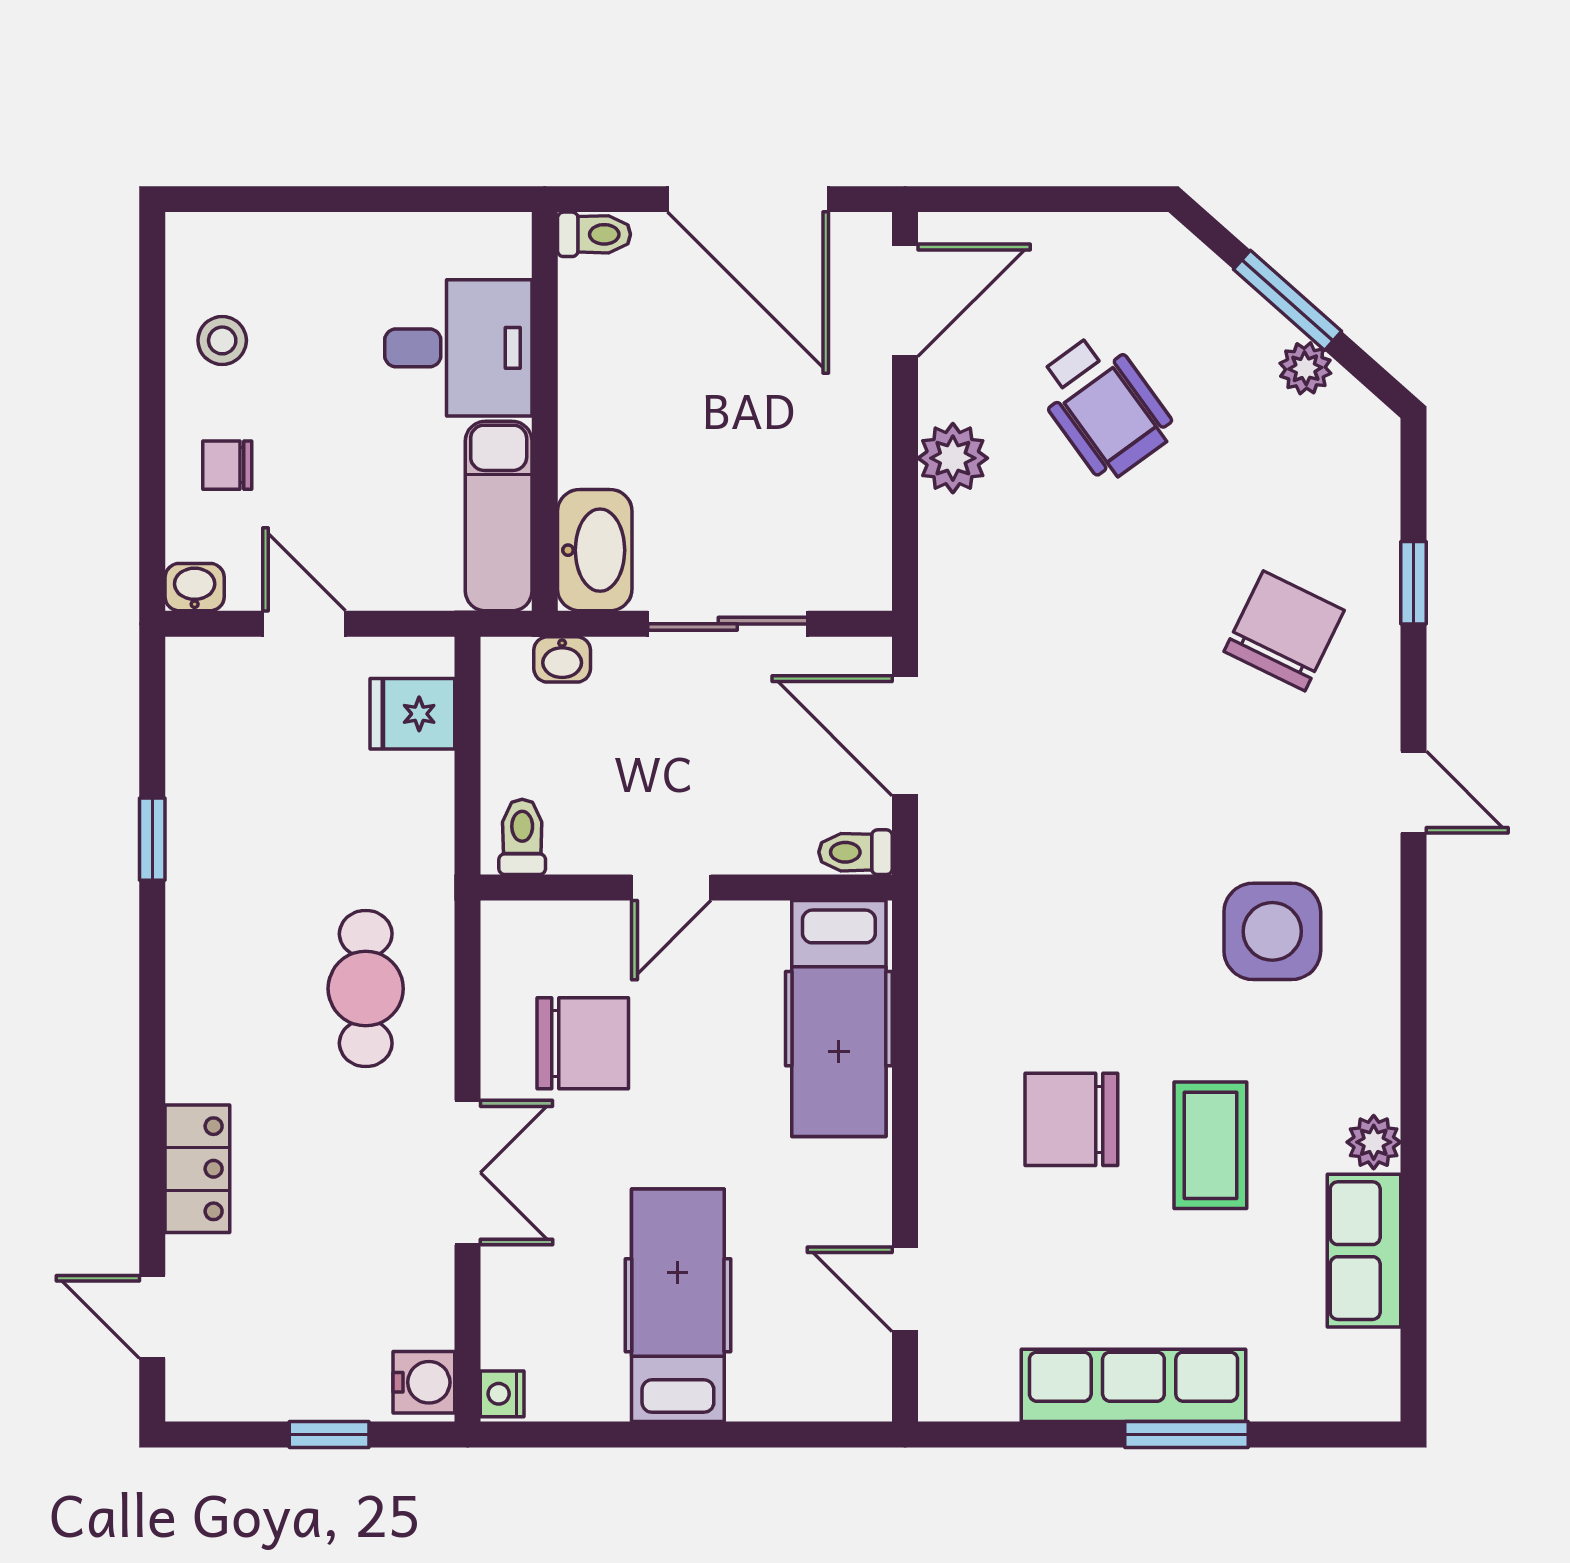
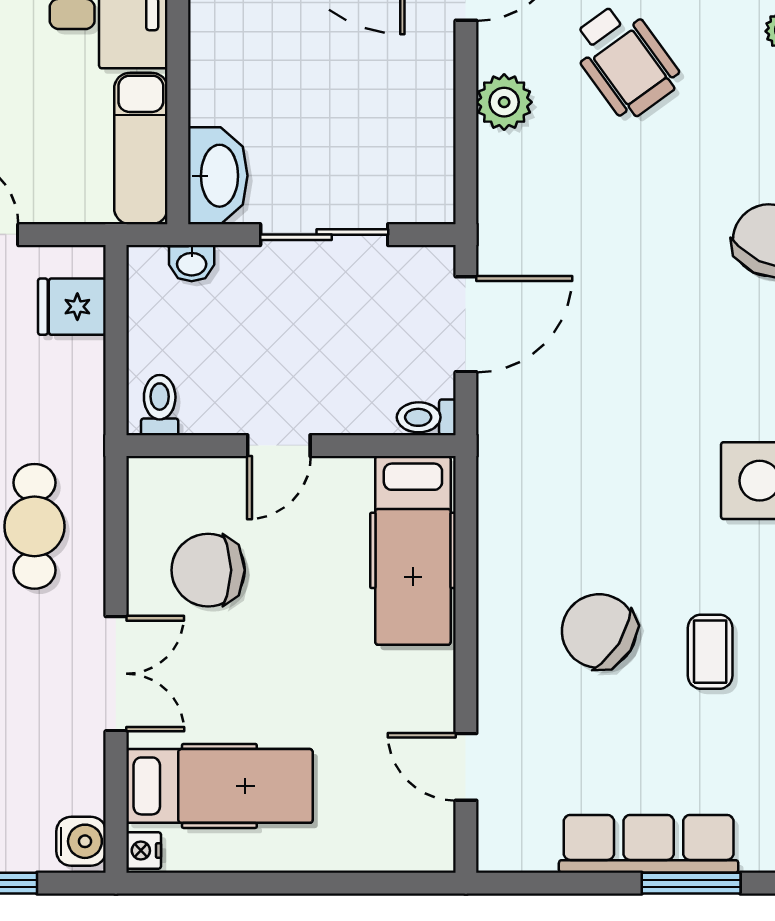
door: (905, 736) -> (466, 324), swing flipped
chair: (583, 1043) -> (208, 570), turned 180
chair: (1071, 1119) -> (599, 631), turned 32
coffee table: (1210, 1145) -> (710, 652), width x0.73, depth x0.77
hospital bed: (678, 1305) -> (219, 786), moved, turned 90

